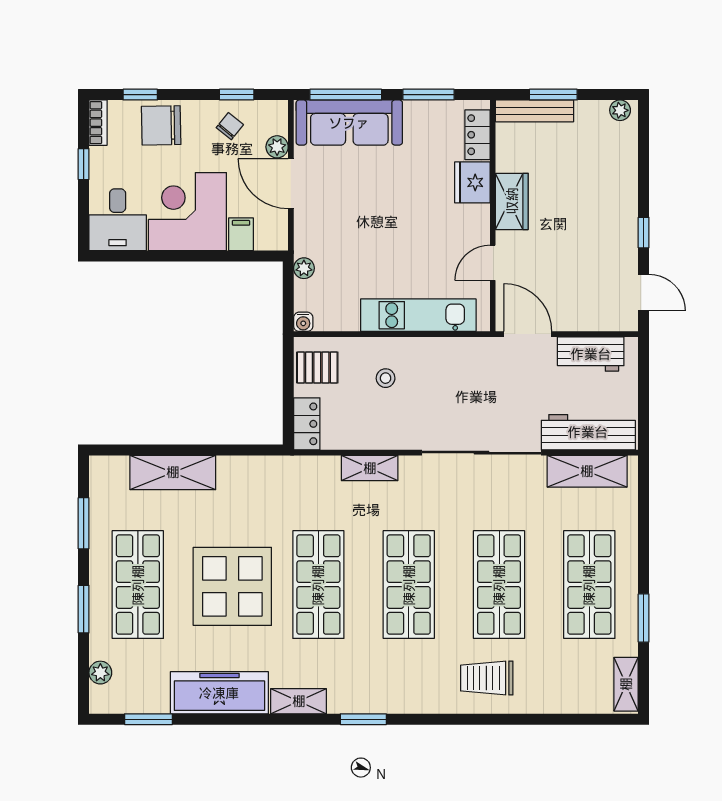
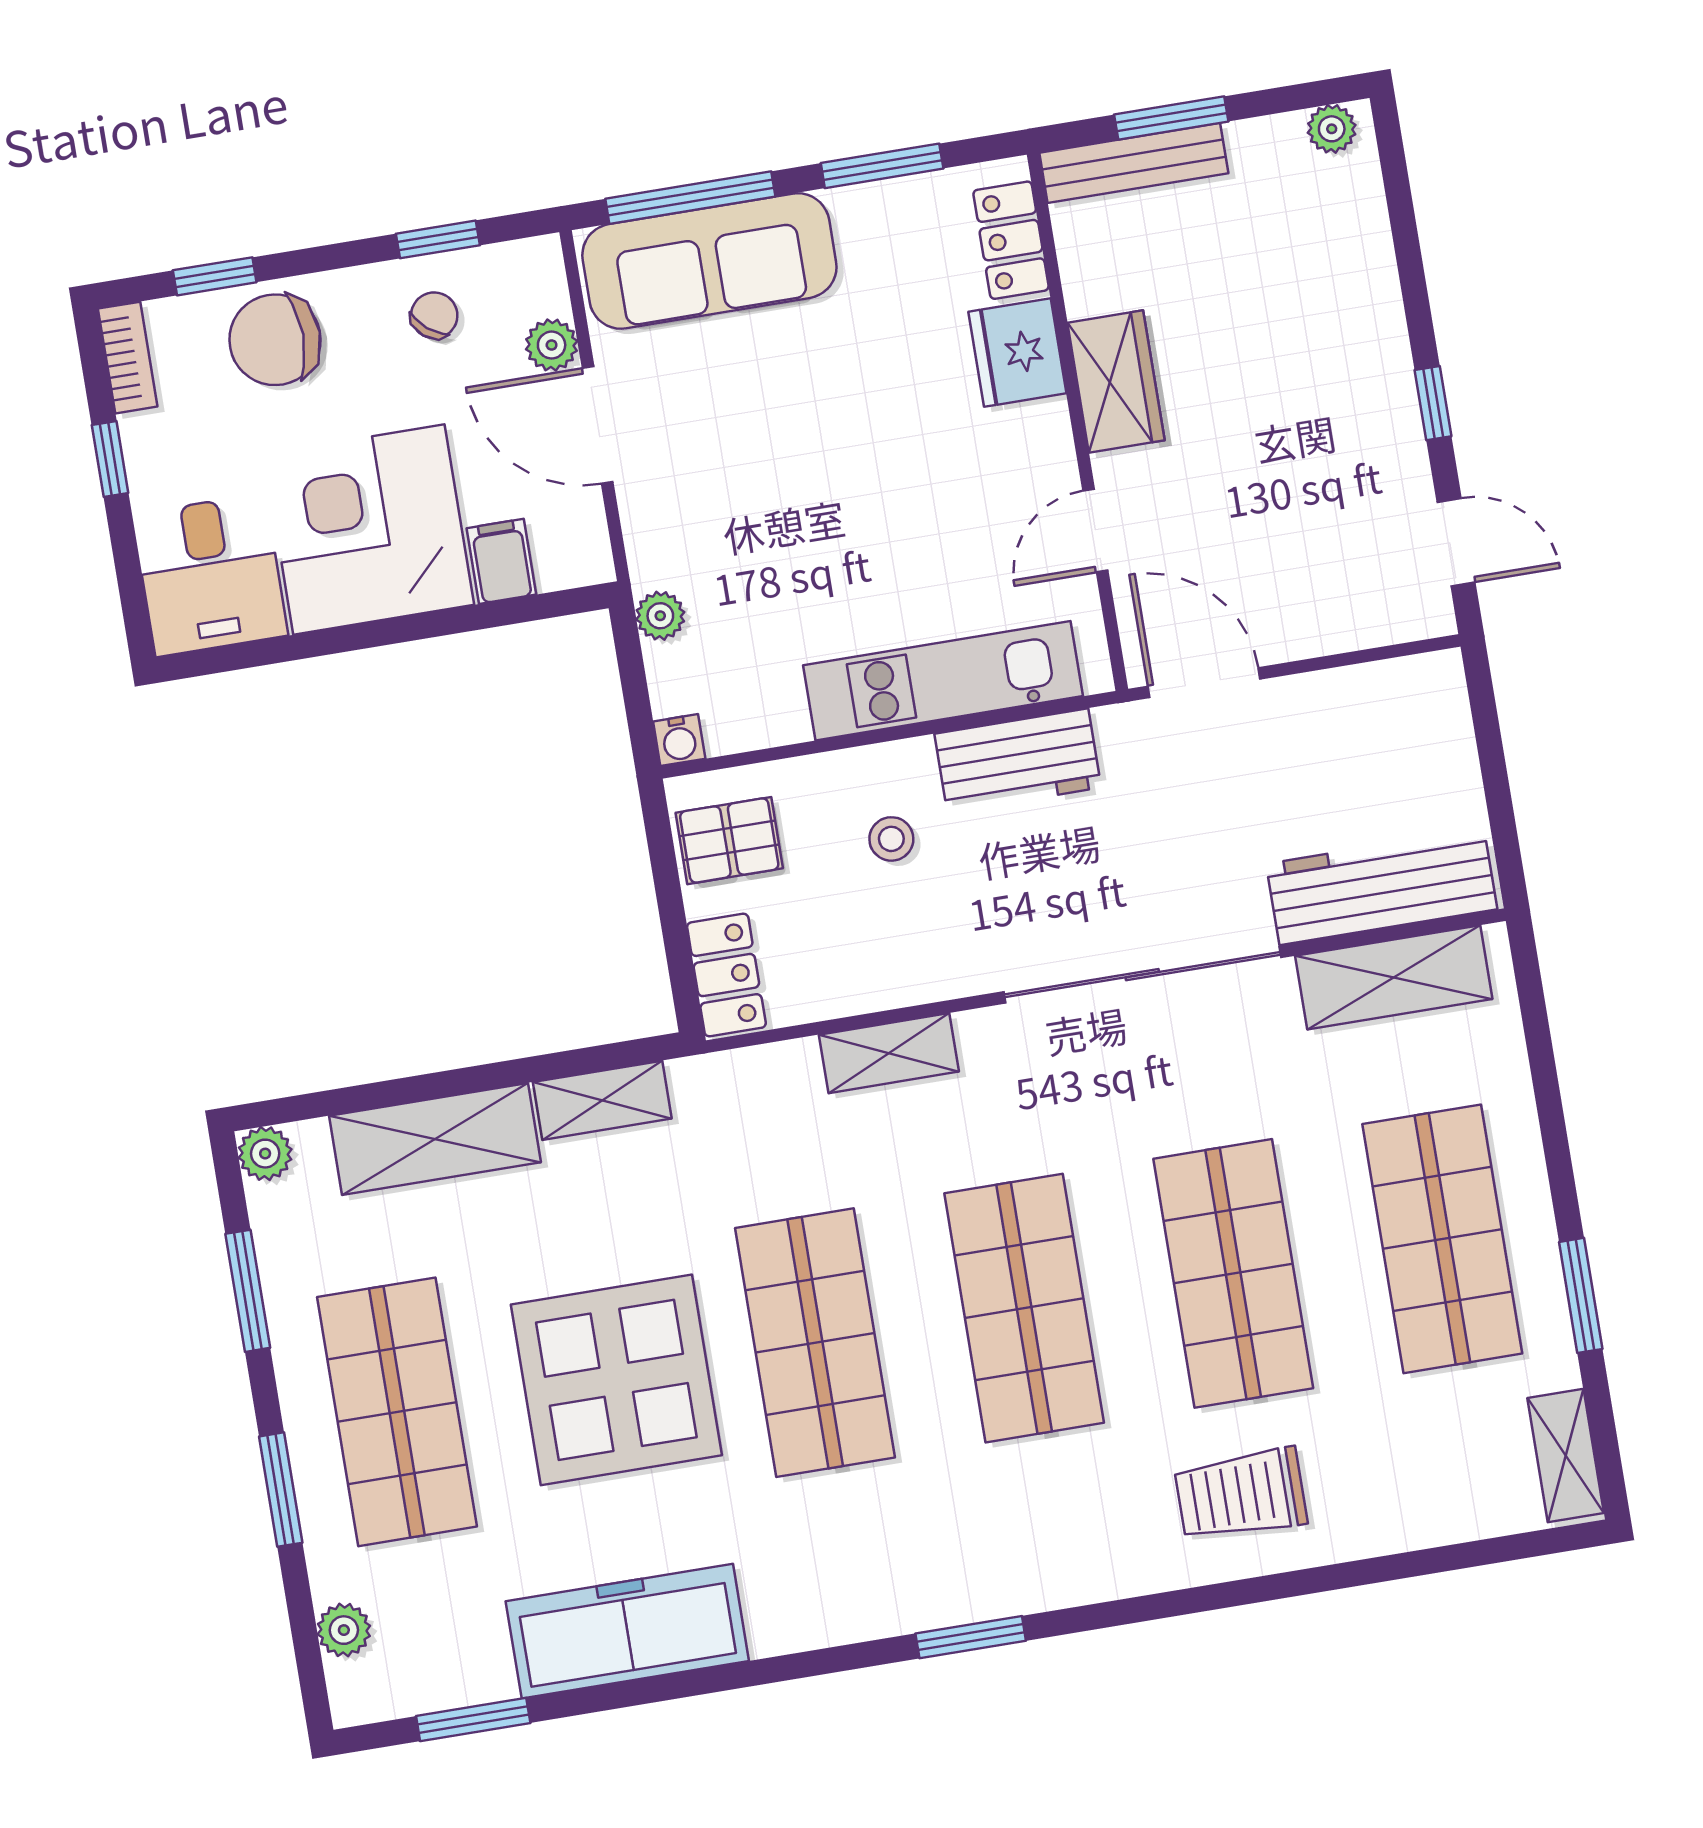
workbench: (591, 354) -> (1018, 761), moved
plant: (100, 467) -> (265, 1154), added
shelving: (299, 701) -> (602, 1100), moved

